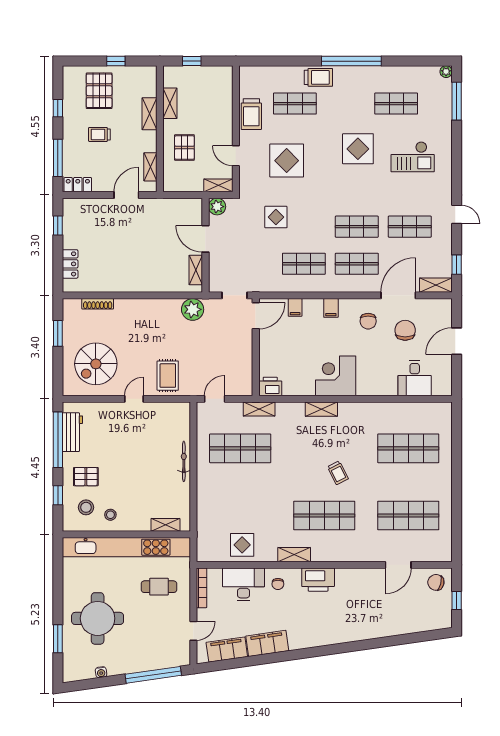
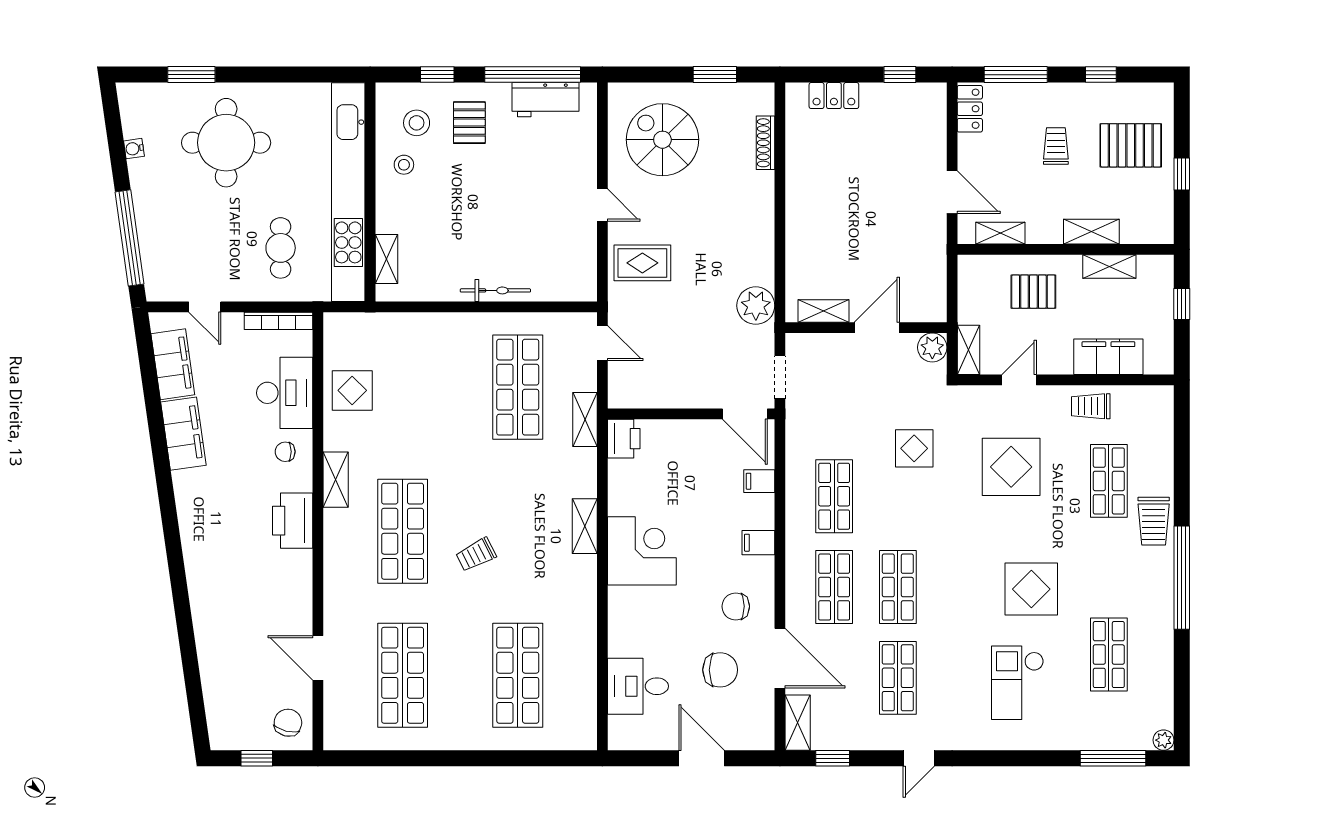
filing cabinet: (222, 104) -> (1108, 357), added
trolley: (251, 114) -> (1091, 406), width x0.73, depth x0.72

